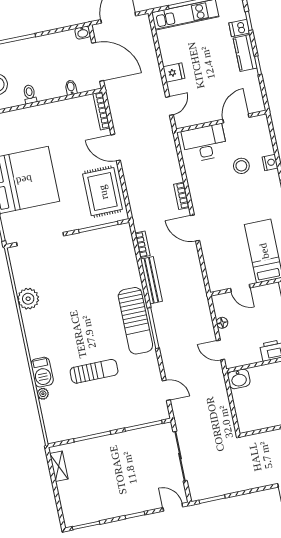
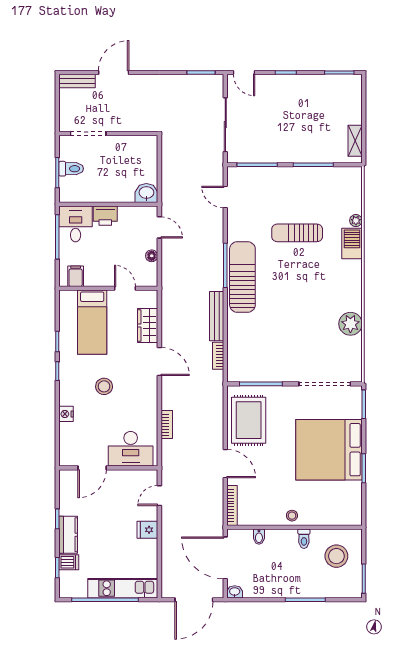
stool: (45, 113) -> (292, 516), added
stool: (241, 166) -> (104, 386), moved
bookcase: (181, 196) -> (167, 425), moved
wardrobe: (212, 259) -> (148, 326), added

